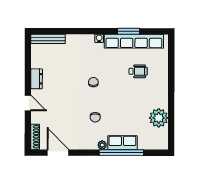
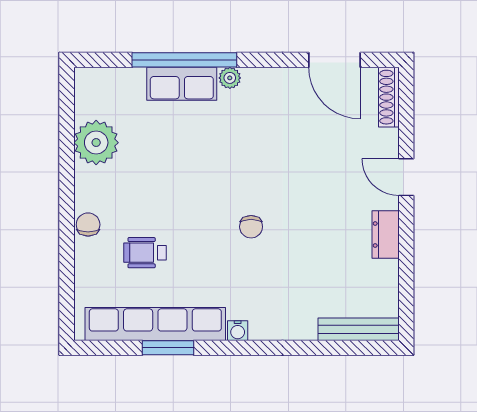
chair: (95, 117) -> (88, 225), moved

